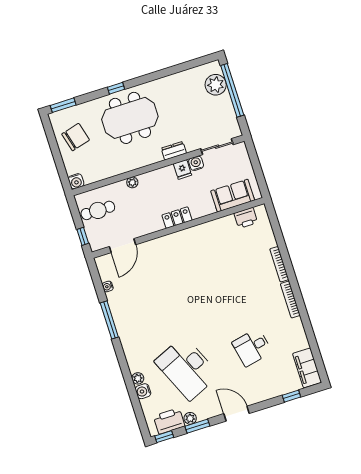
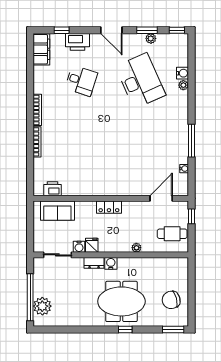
water cooler: (76, 181) -> (111, 263), moved
desk: (252, 347) -> (81, 81), turned 30
printer: (169, 421) -> (78, 42), moved

